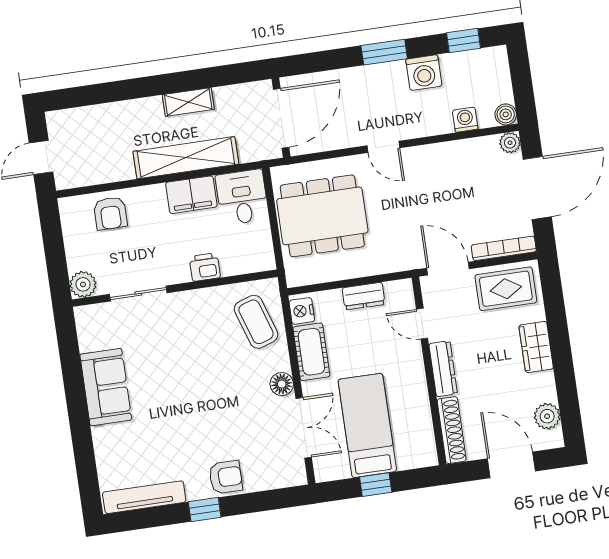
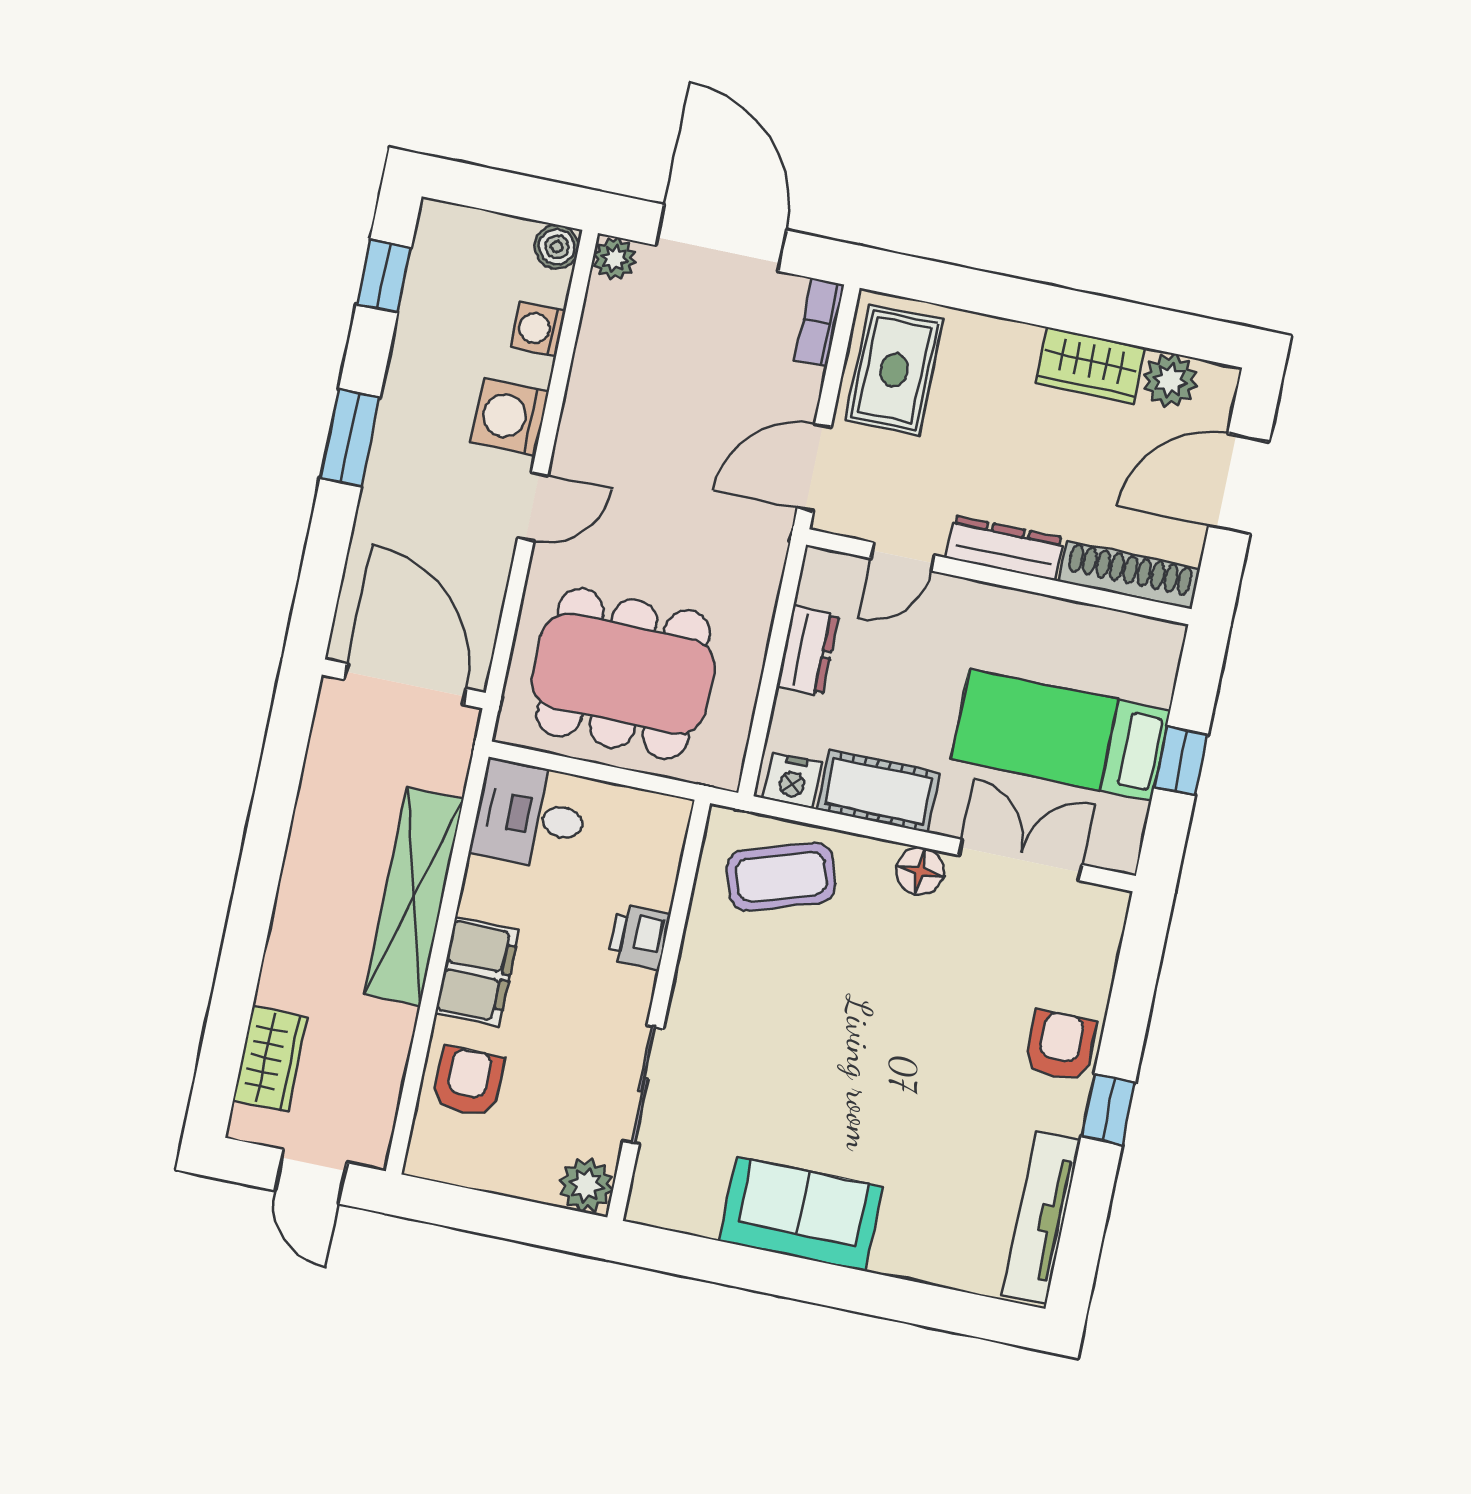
washing machine: (424, 73) -> (510, 417), moved, turned 180
shelving: (188, 102) -> (308, 852), removed
wardrobe: (88, 119) -> (270, 1059), added
filing cabinet: (191, 195) -> (477, 972), moved
armchair: (110, 213) -> (468, 1082), turned -90
dining table: (322, 216) -> (623, 674), turned 90
bookcase: (504, 248) -> (819, 322), width x0.64
wardrobe: (536, 347) -> (1090, 365), moved

